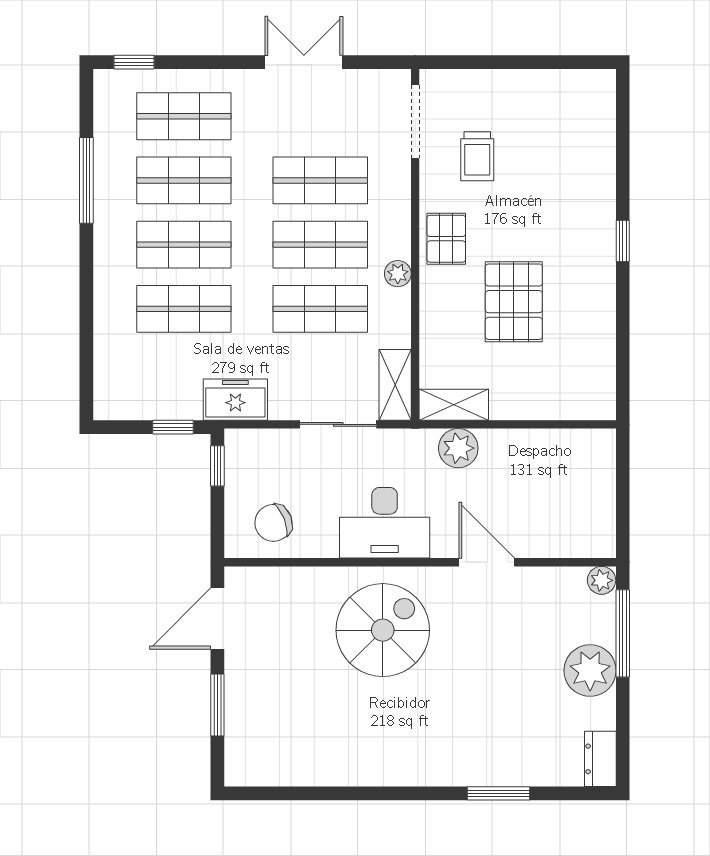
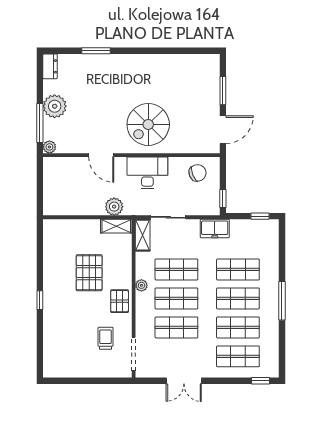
window: (86, 180) -> (282, 301), moved
window: (173, 427) -> (260, 216), moved

